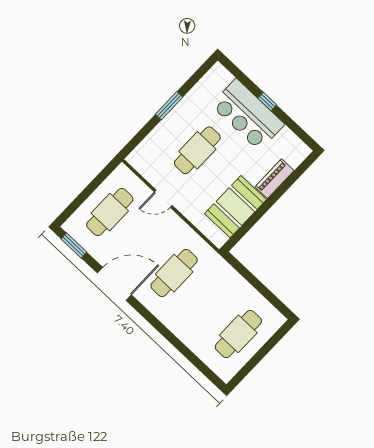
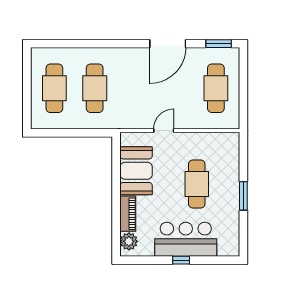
plant: (295, 156) -> (129, 241), added
door: (163, 199) -> (164, 131), moved
cafe table: (174, 273) -> (95, 88), moved

